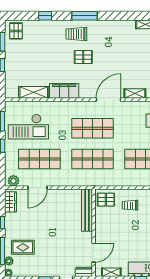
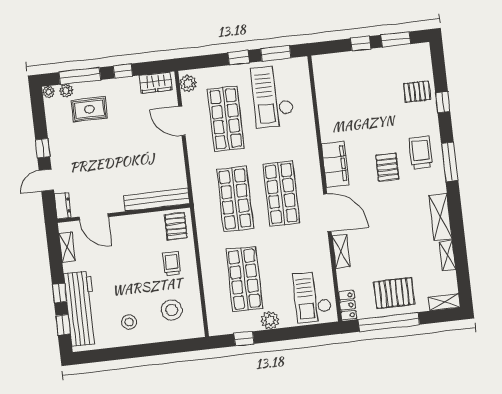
pallet: (16, 31) -> (417, 92), moved
filing cabinet: (64, 91) -> (335, 164), moved
shelving: (34, 92) -> (440, 217), moved
rug: (23, 247) -> (89, 109), turned 90

